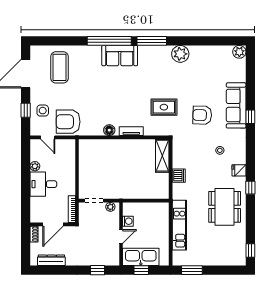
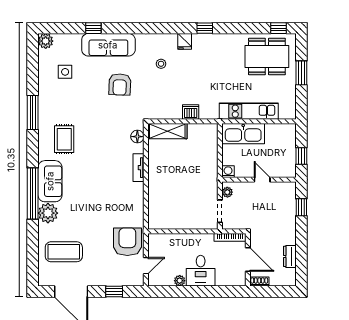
window: (152, 41) -> (33, 113), moved
plant: (180, 54) -> (48, 213), moved
rug: (164, 107) -> (64, 139), moved
side table: (43, 111) -> (65, 72), moved
window: (250, 117) -> (93, 28), moved
armchair: (68, 122) -> (127, 242), turned 180
floor lamp: (109, 130) -> (137, 137), moved
dining table: (225, 207) -> (267, 57), moved
washing machine: (128, 221) -> (228, 172), moved
kitchen sink: (141, 257) -> (243, 134), moved, turned -90
dresser: (51, 260) -> (290, 256), width x0.70
window: (192, 270) -> (301, 73), moved

